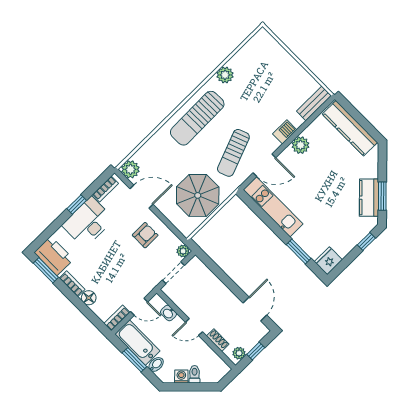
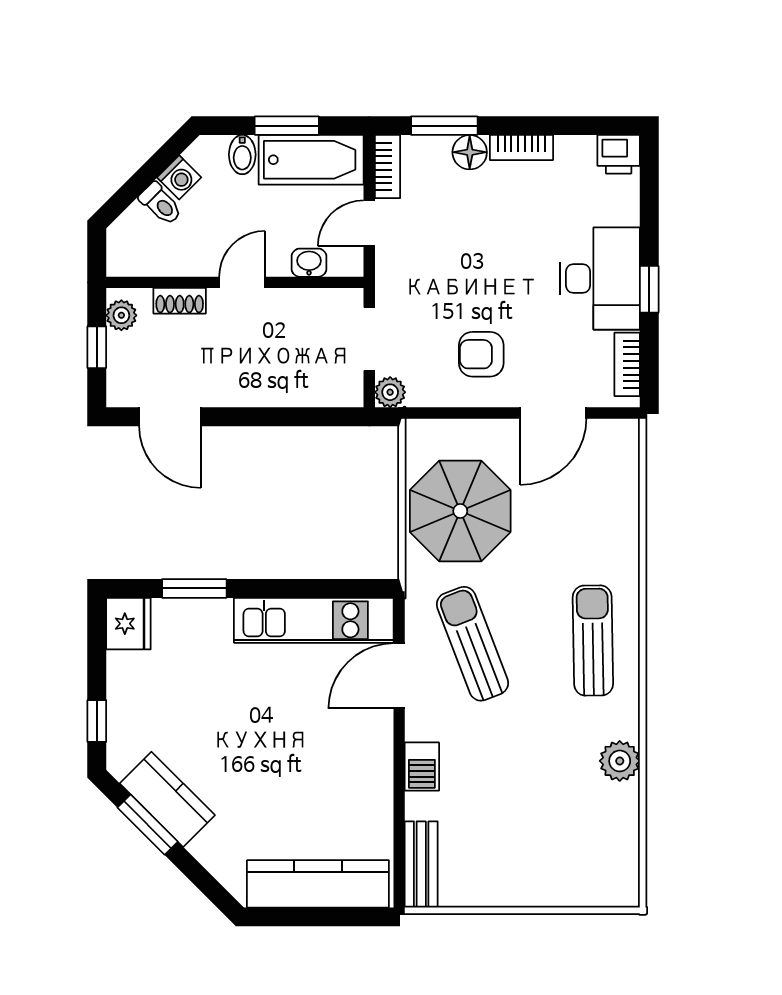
sun lounger: (197, 118) -> (593, 641), width x0.73, depth x0.75
plant: (300, 145) -> (373, 771), removed
plant: (130, 169) -> (618, 440), removed
armchair: (145, 235) -> (481, 354), turned 90
printer: (54, 256) -> (619, 154), width x0.53, depth x0.68
window: (46, 270) -> (444, 126), moved

